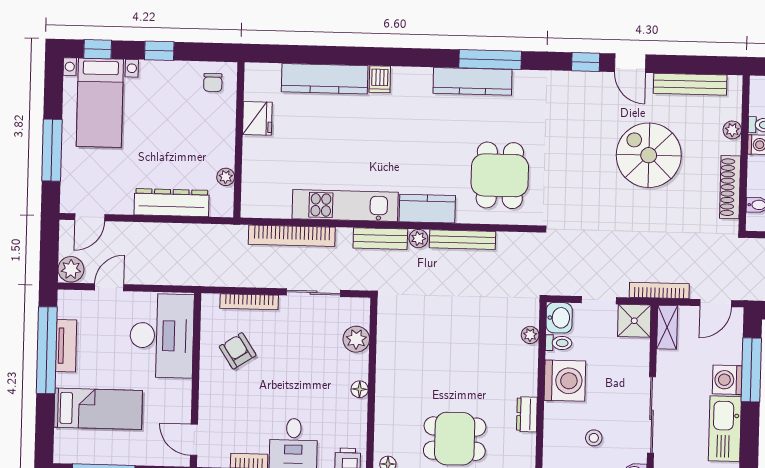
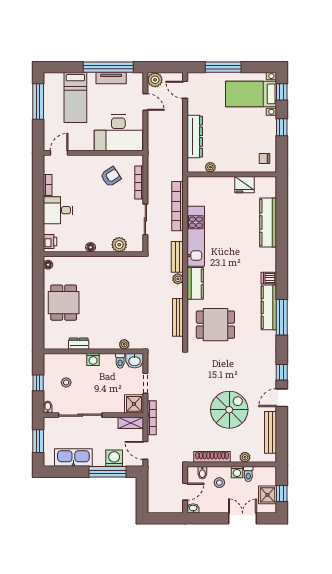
dishwasher: (380, 79) -> (269, 278), moved
bench: (462, 240) -> (178, 317), moved
washing machine: (727, 380) -> (114, 458), moved
washing machine: (565, 381) -> (93, 359), width x0.53, depth x0.53

